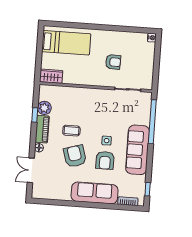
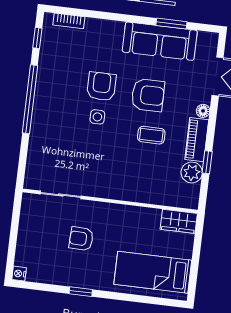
window: (112, 28) -> (81, 292), added
window: (152, 122) -> (30, 99), moved
sofa: (138, 150) -> (50, 100), removed
armchair: (75, 156) -> (148, 95), turned -73
sofa: (95, 193) -> (160, 41), moved
window: (62, 203) -> (171, 24), added

